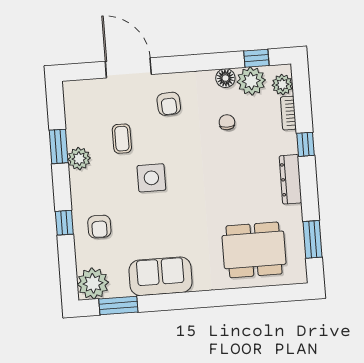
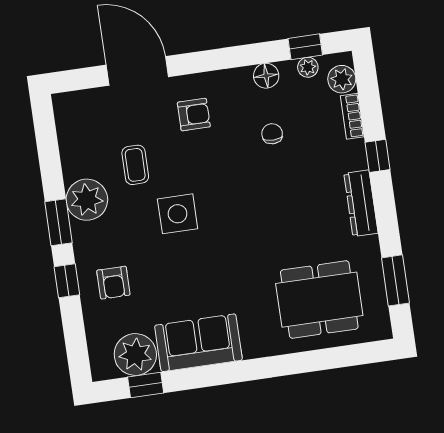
plant: (251, 81) -> (308, 67), width x0.53, depth x0.53
armchair: (169, 104) -> (194, 115), turned -86
window: (59, 146) -> (58, 222), moved
plant: (79, 159) -> (87, 200), width x1.36, depth x1.36
plant: (93, 283) -> (135, 354), moved
window: (118, 306) -> (146, 385), width x0.67

